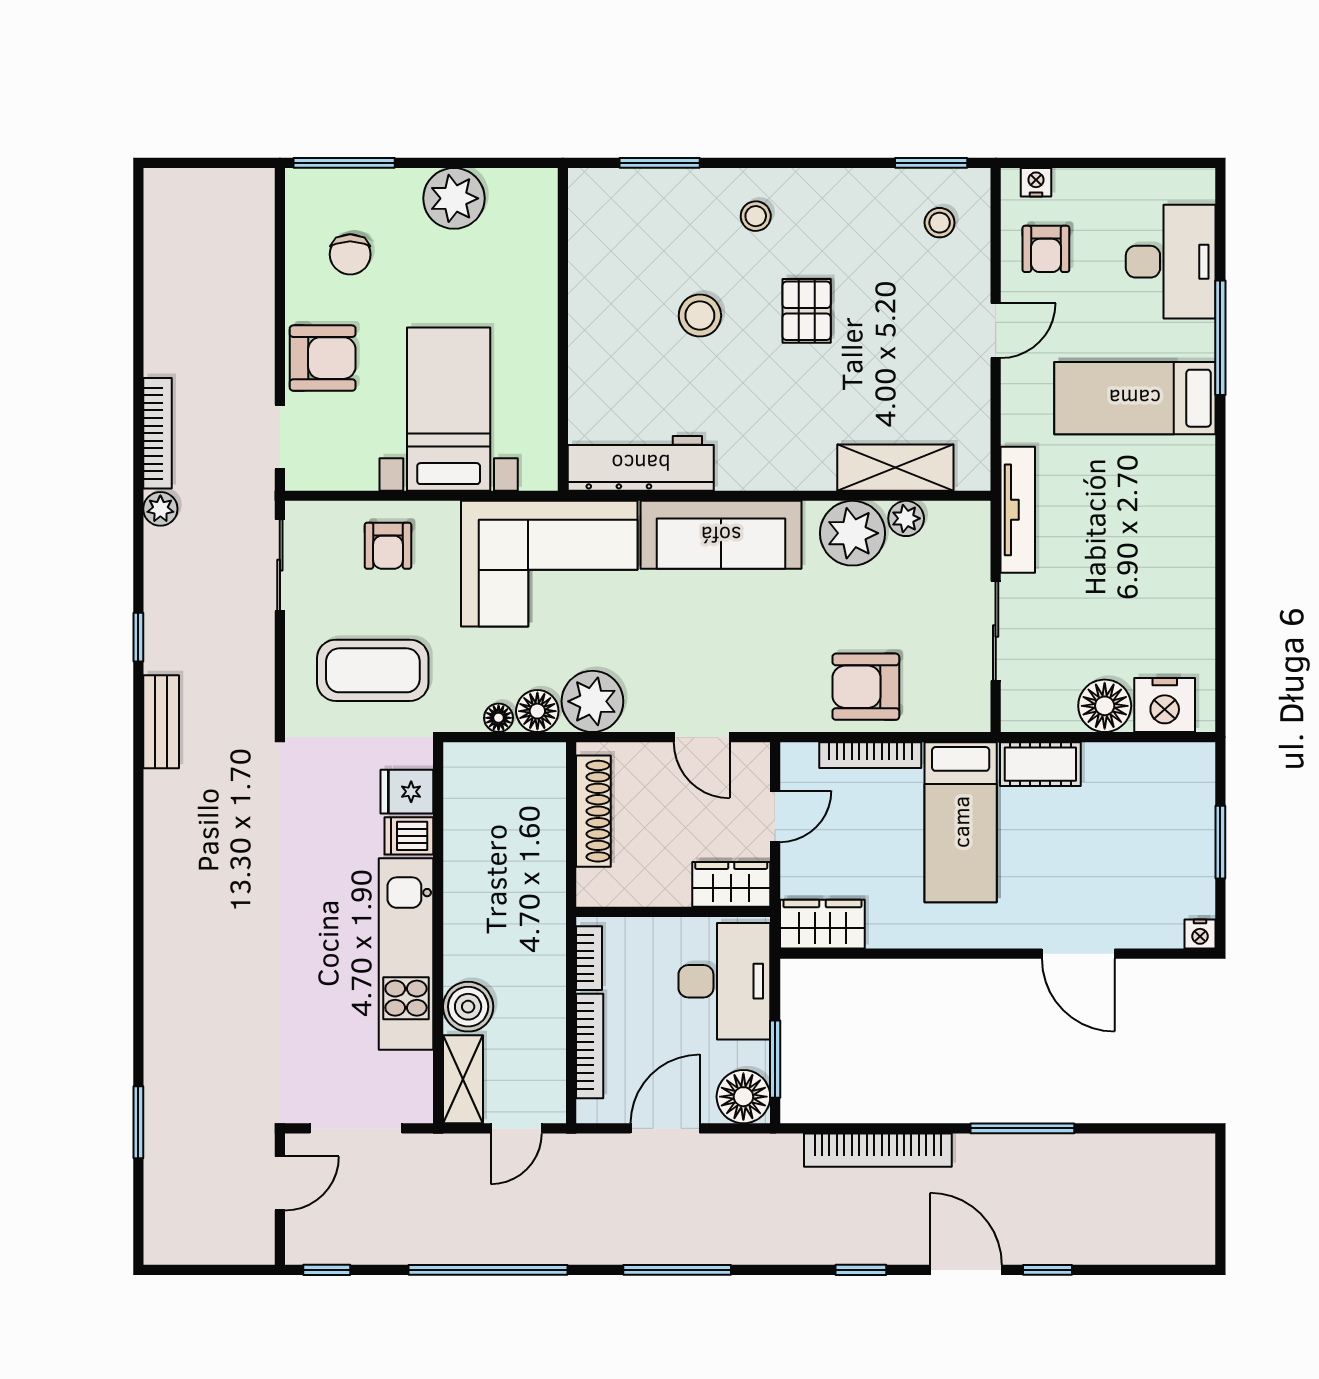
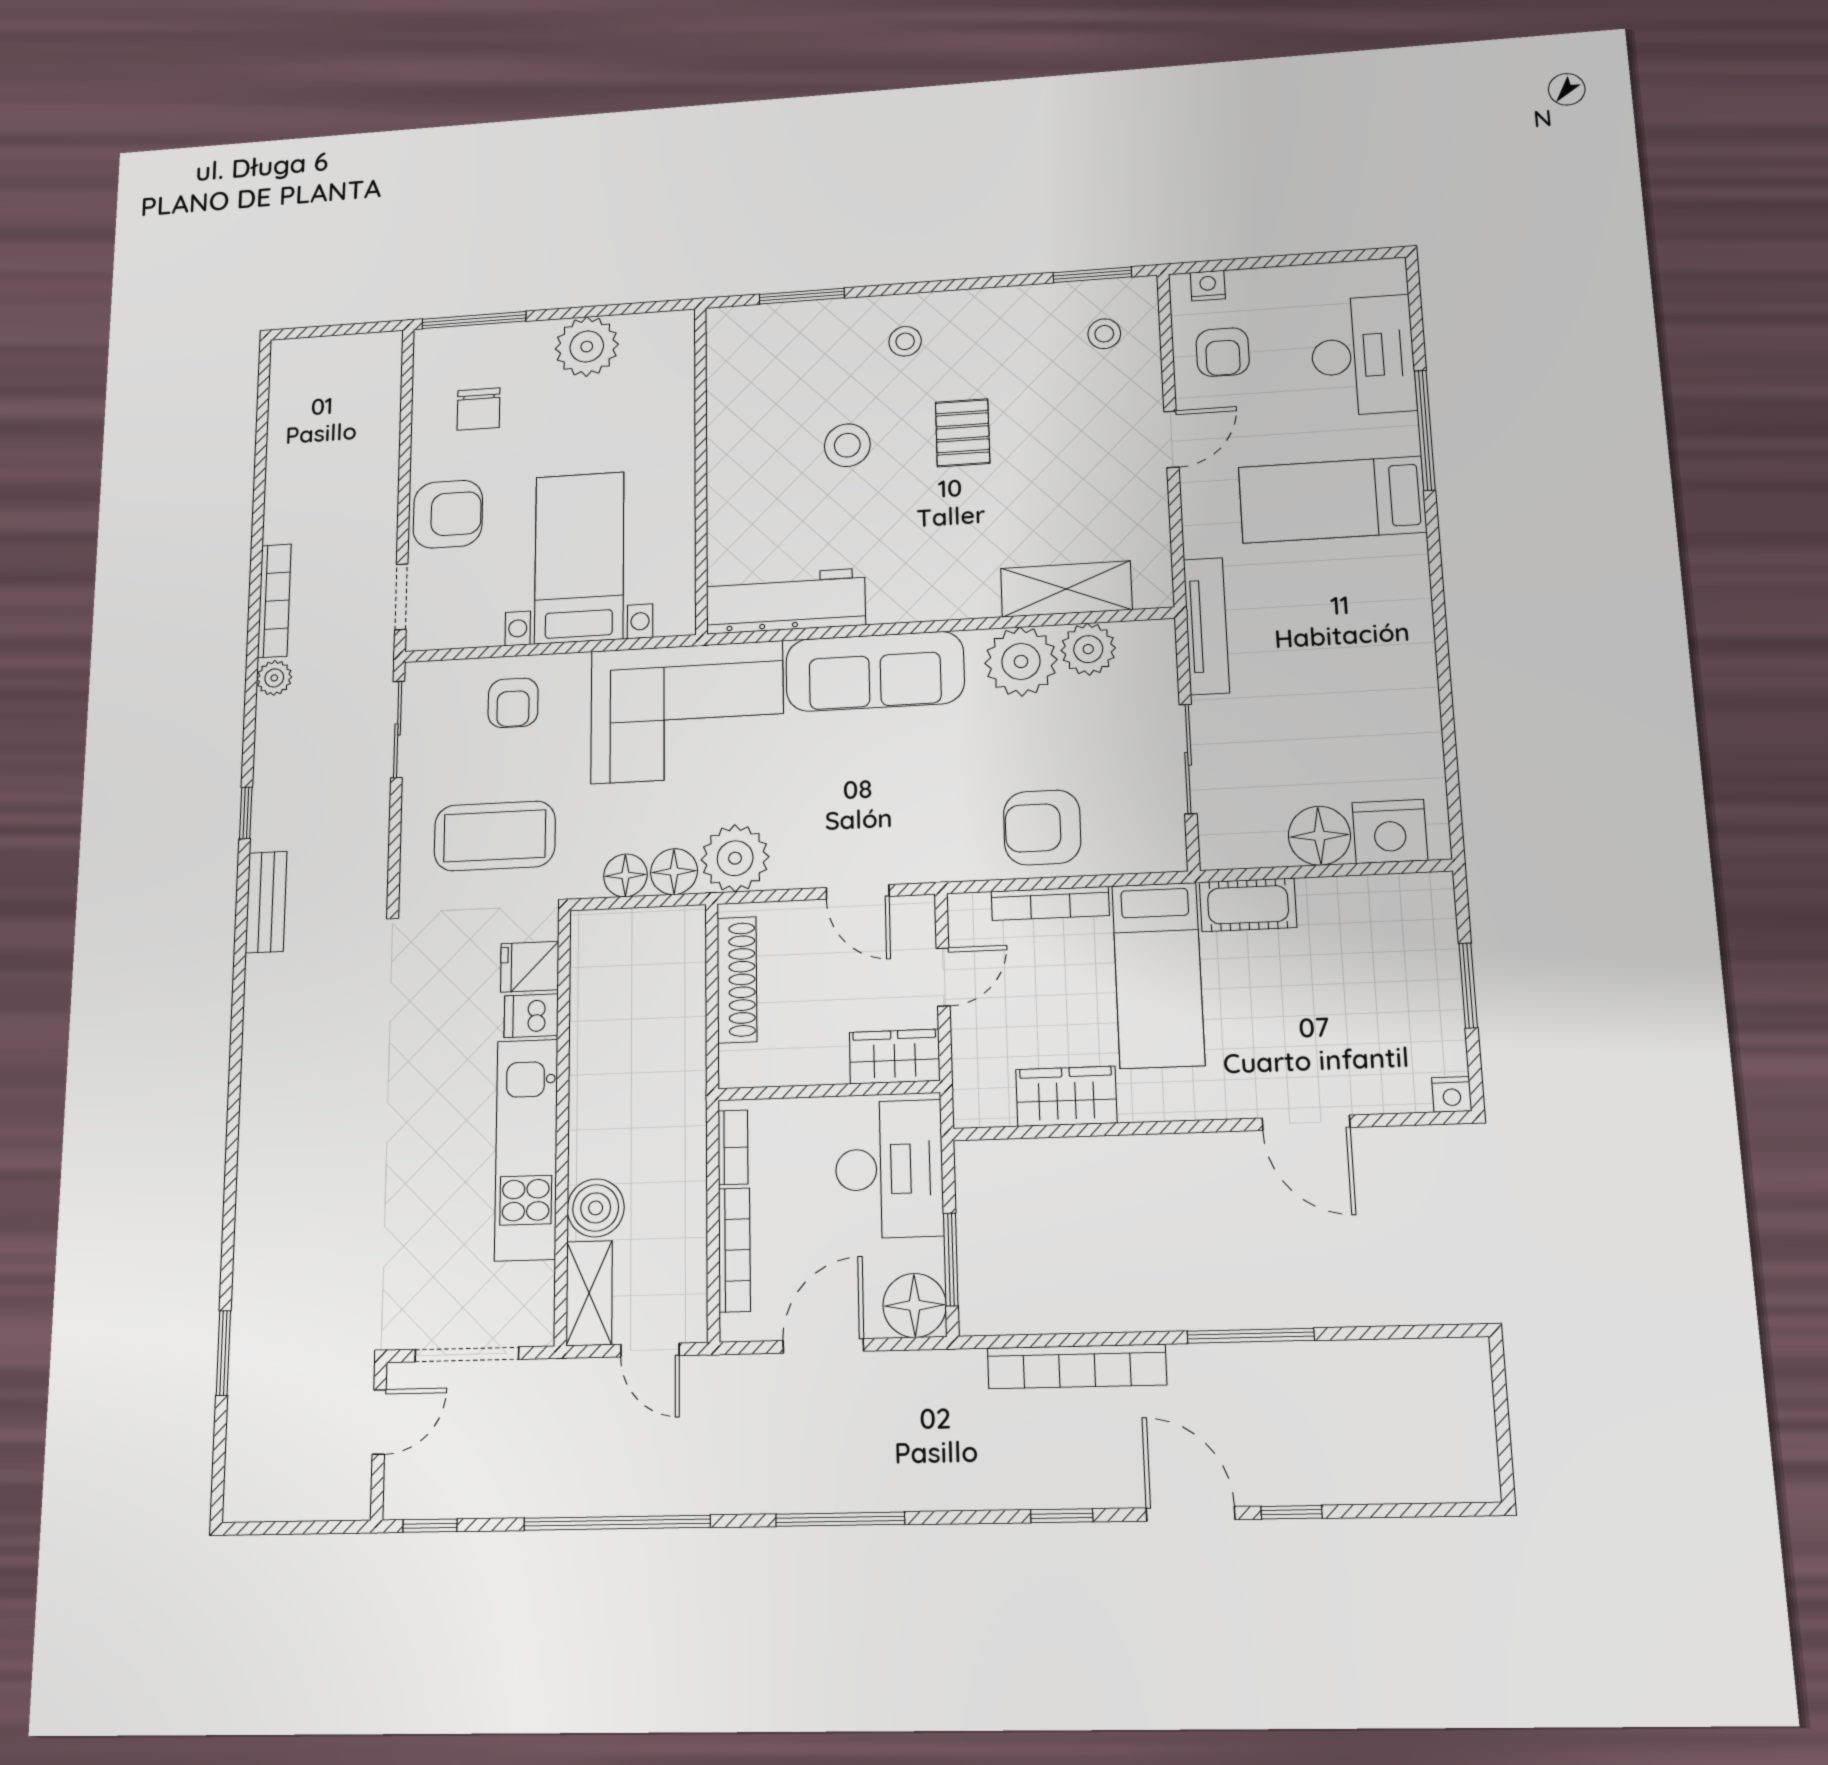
plant: (906, 518) -> (1088, 649), width x1.38, depth x1.38
floor lamp: (499, 718) -> (625, 875), width x1.37, depth x1.37
wardrobe: (822, 924) -> (1066, 1096), moved
door: (516, 1128) -> (650, 1350), hinge flipped

